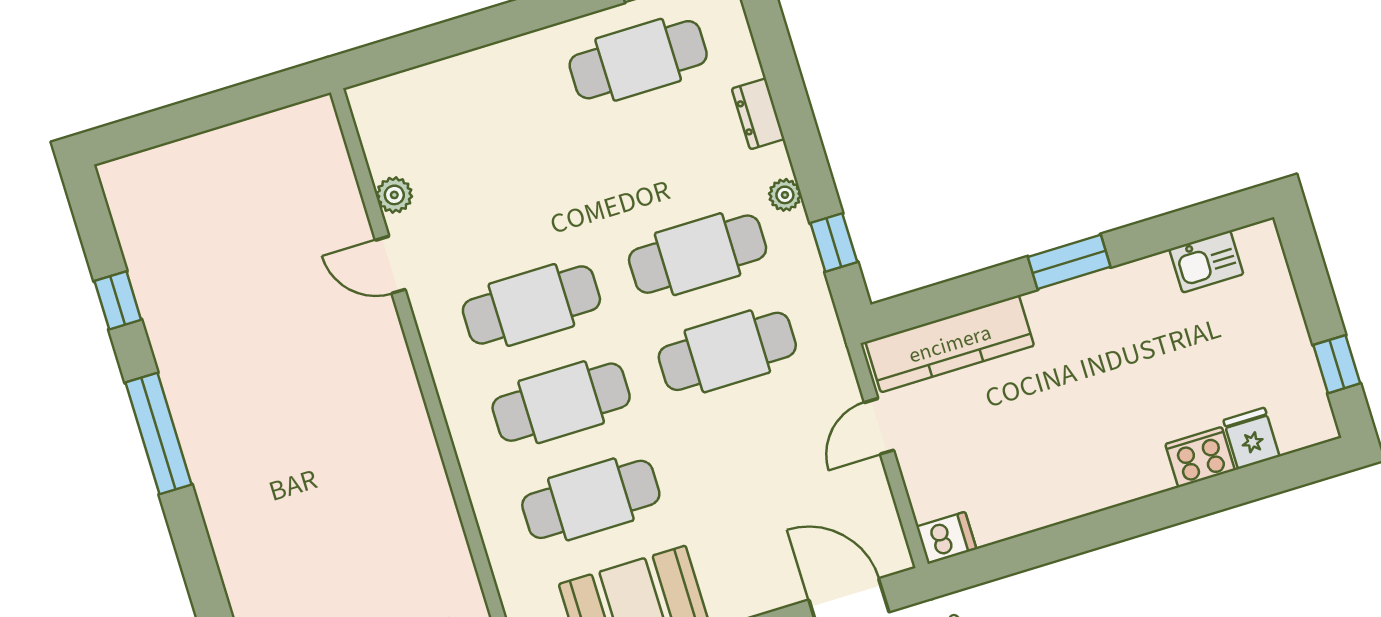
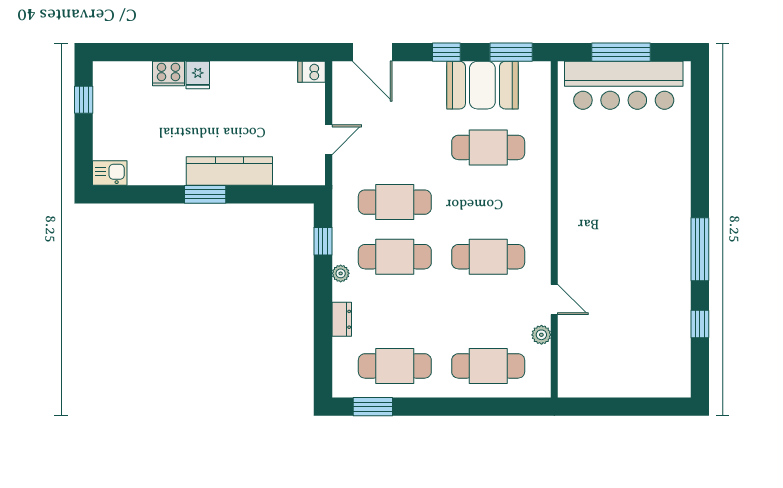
kitchen sink: (1206, 262) -> (110, 173), moved
kitchen counter: (950, 344) -> (229, 171), moved
cafe table: (561, 402) -> (488, 366), moved
fridge: (1251, 438) -> (198, 75), moved

